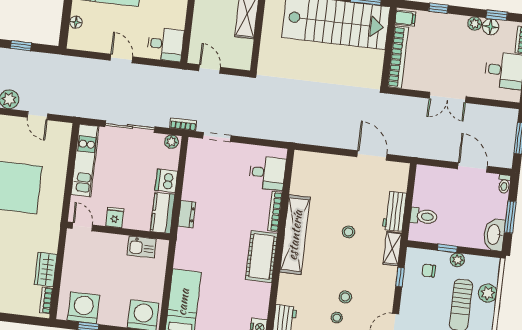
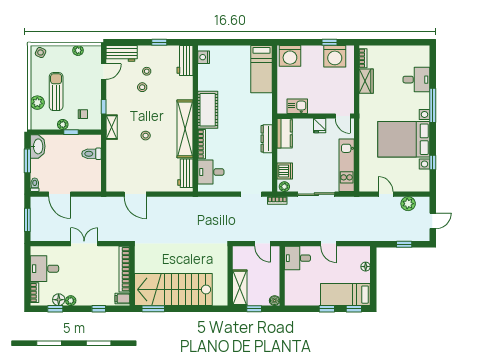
dishwasher: (166, 181) -> (285, 171), moved
workbench: (394, 211) -> (185, 173), moved, turned 180
dresser: (187, 214) -> (267, 139), width x1.44

